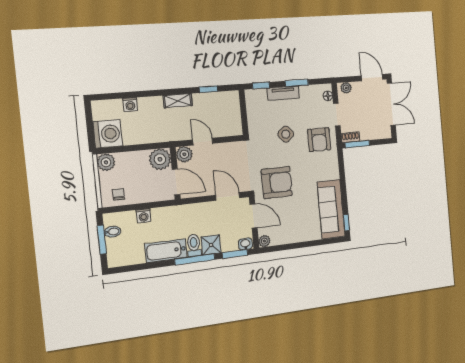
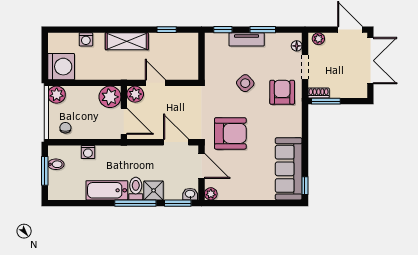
shelving: (178, 101) -> (127, 41), width x1.50, depth x1.33
armchair: (319, 140) -> (282, 92), turned 180

